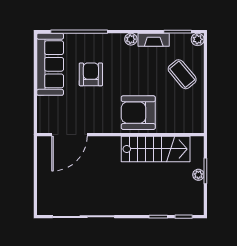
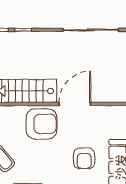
door: (69, 135) -> (75, 104), moved

